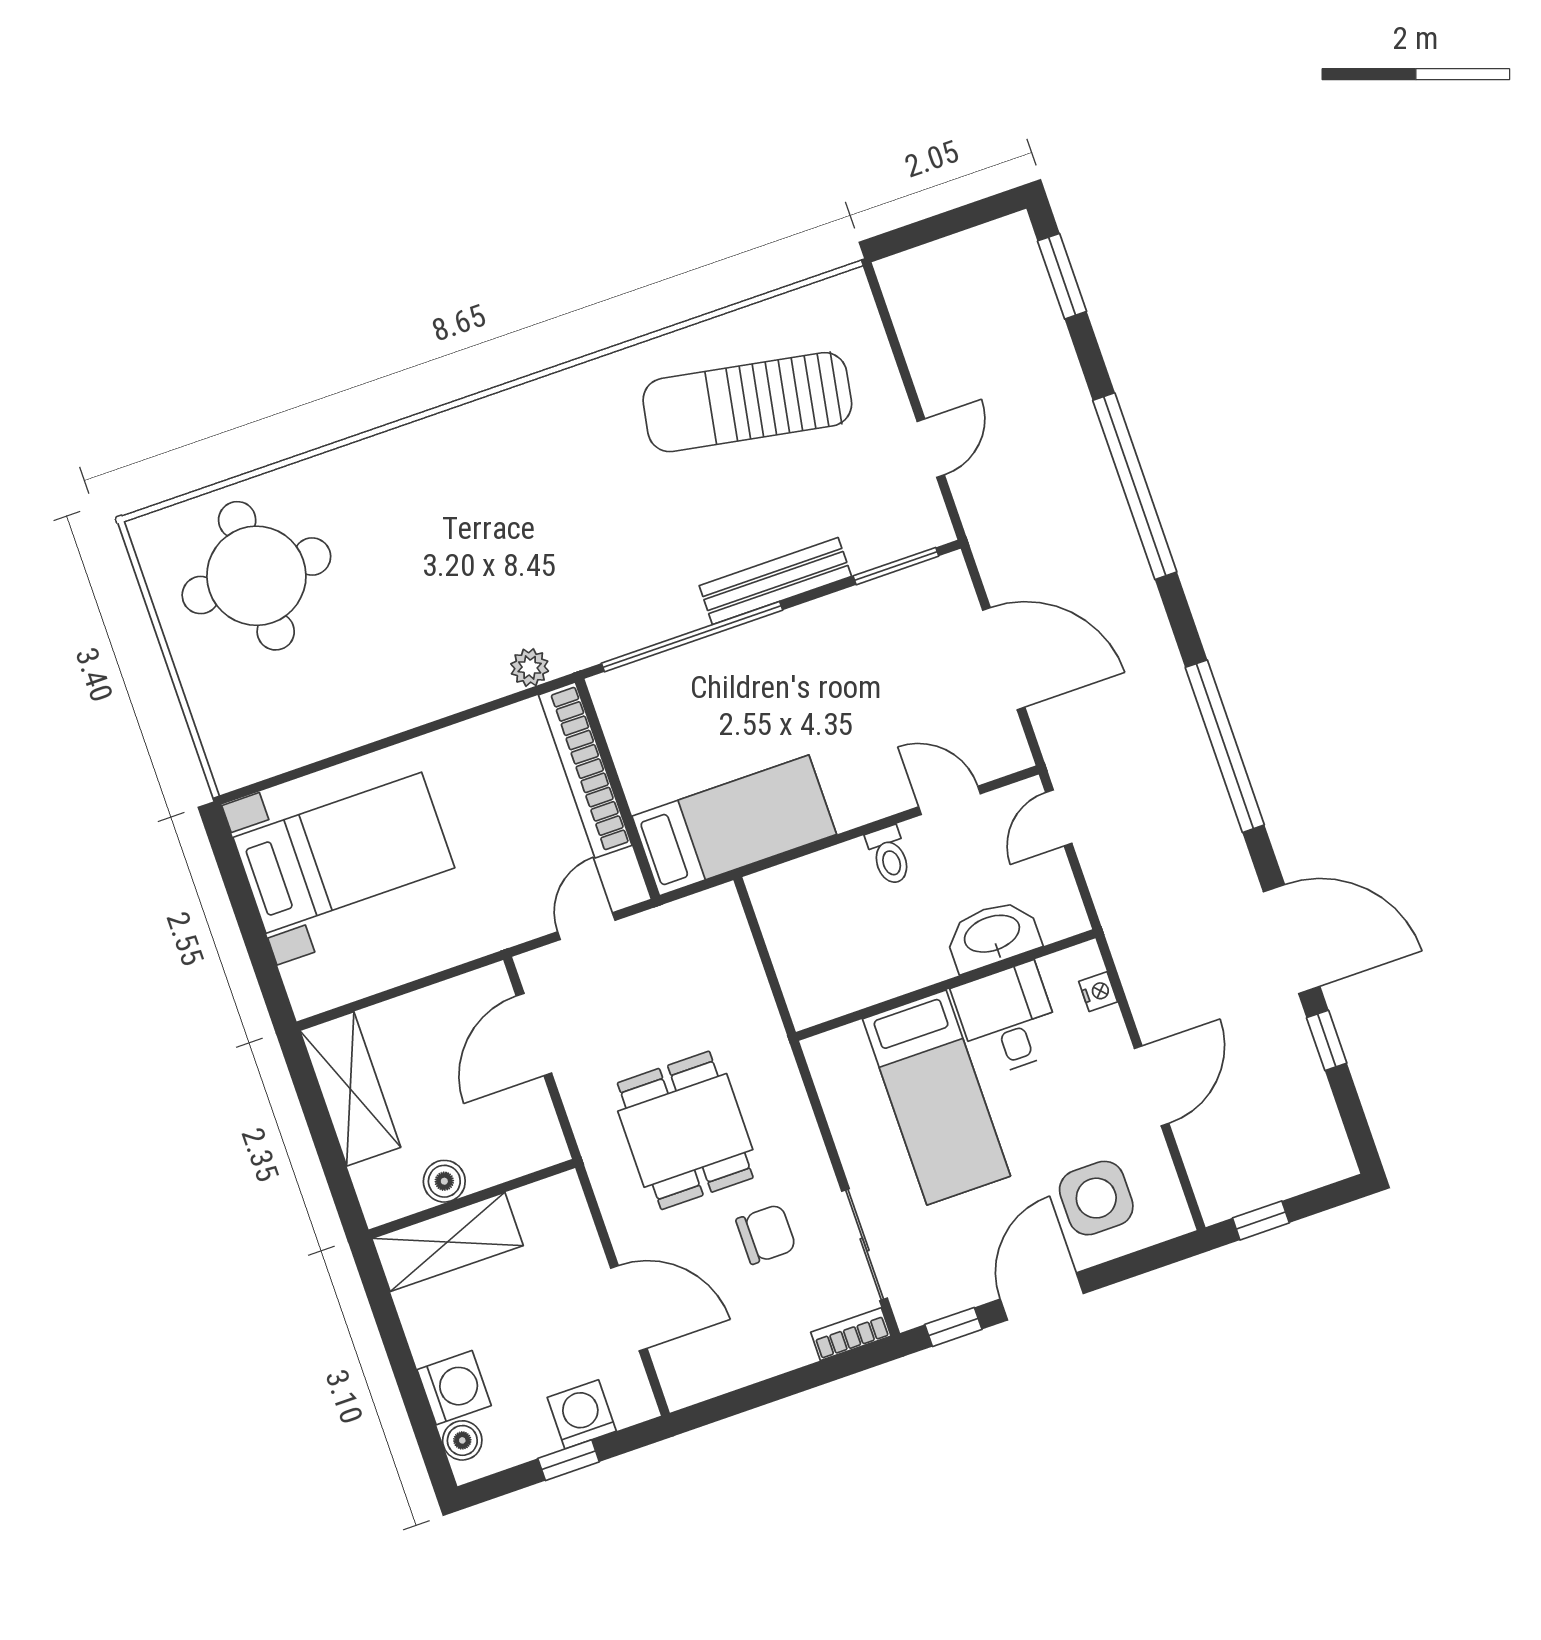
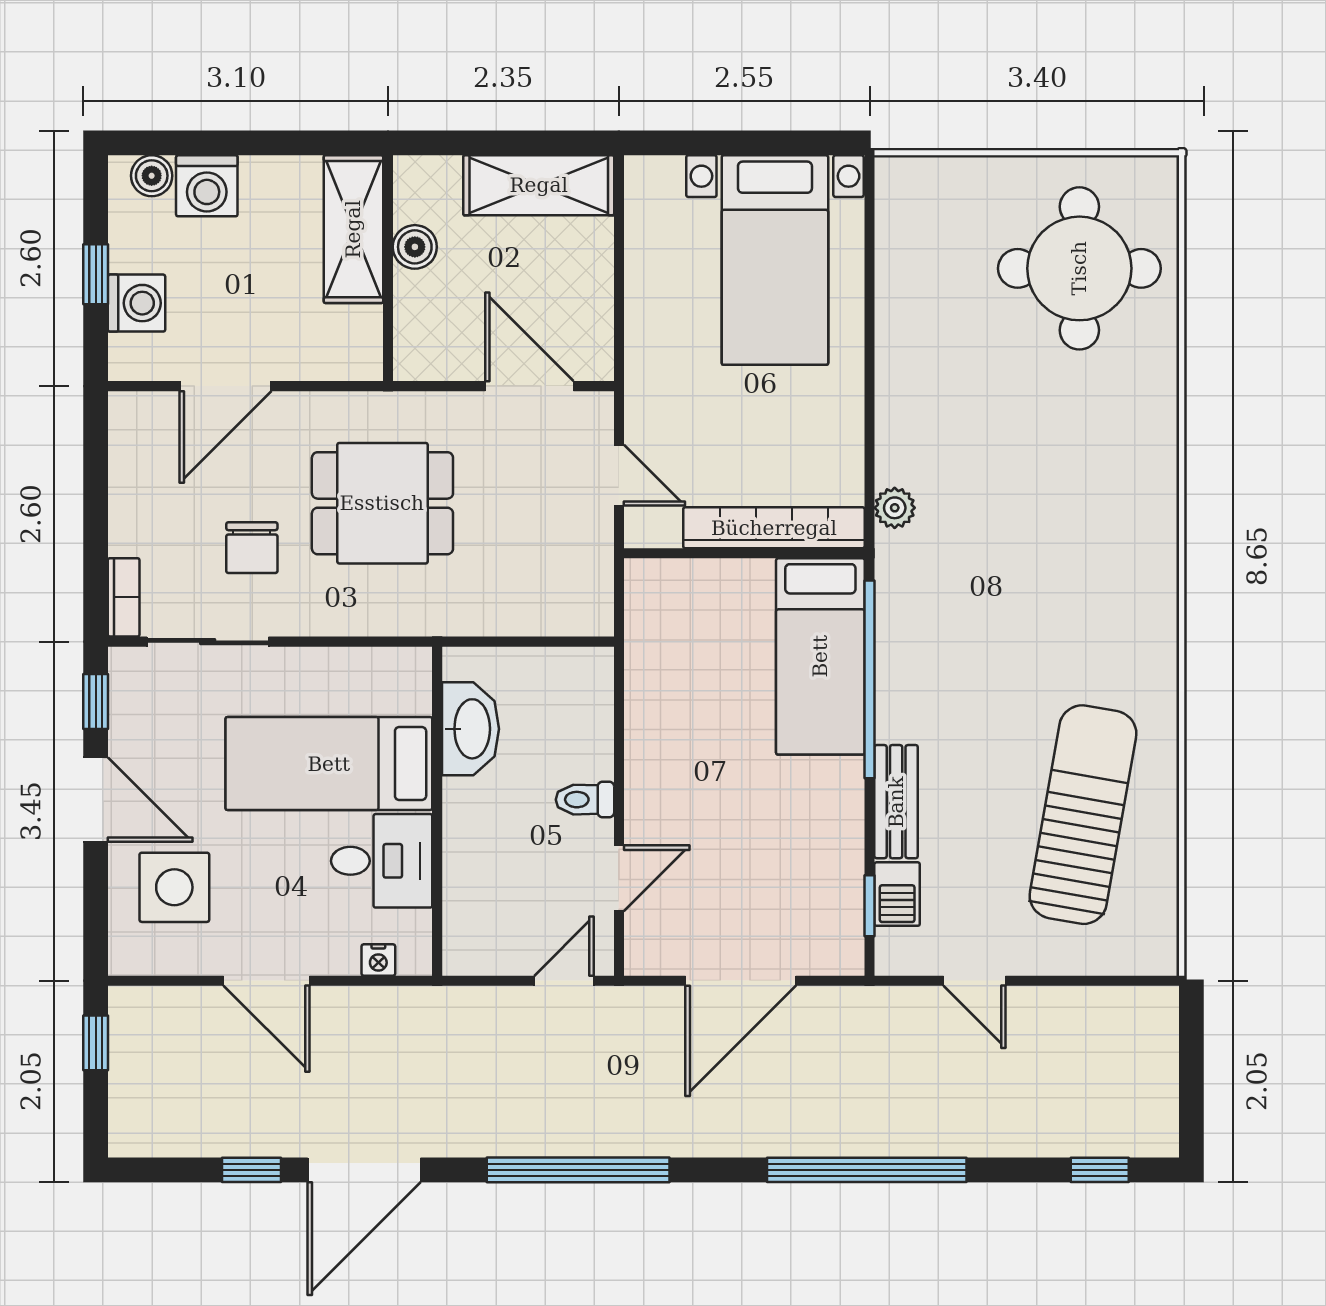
window: (1062, 276) -> (1100, 1170), width x0.67
barbecue: (877, 545) -> (897, 894), added
window: (896, 566) -> (870, 906), width x0.67
bench: (775, 581) -> (896, 802), width x0.73
door: (1059, 818) -> (564, 981), hinge flipped
bed: (734, 825) -> (820, 656), moved
washbasin: (992, 935) -> (470, 729), moved

